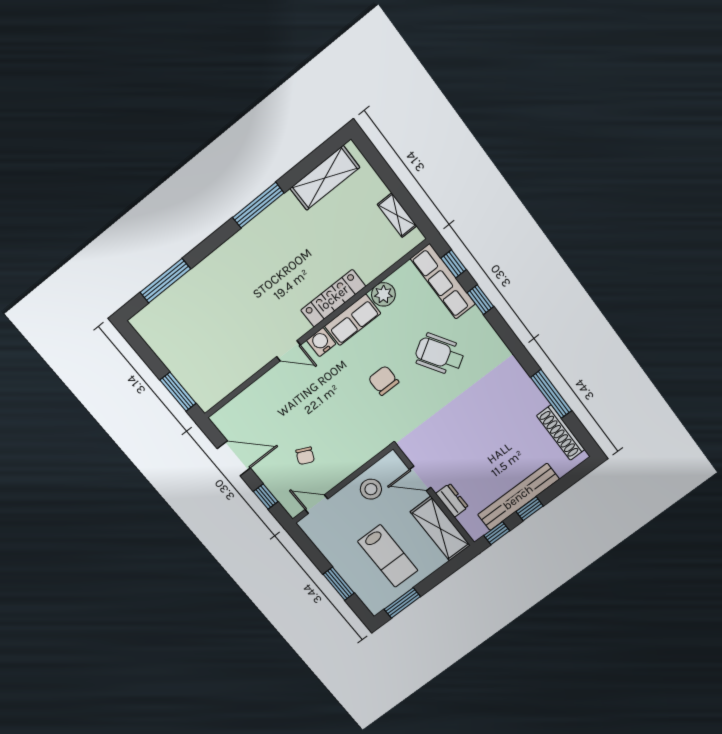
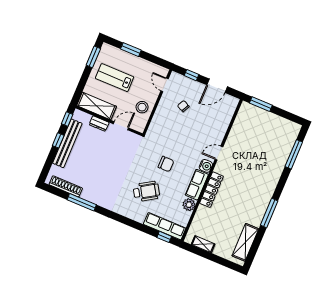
window: (480, 300) -> (142, 228), removed
door: (316, 504) -> (165, 85), swing flipped

